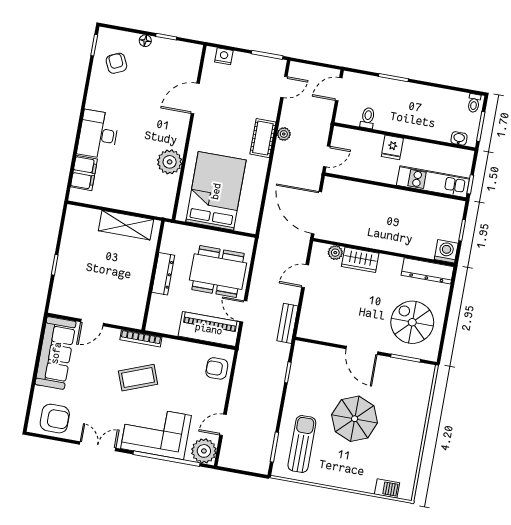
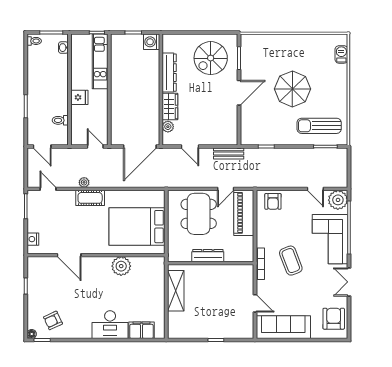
floor lamp: (145, 41) -> (32, 334), moved
dresser: (428, 271) -> (169, 73), moved

